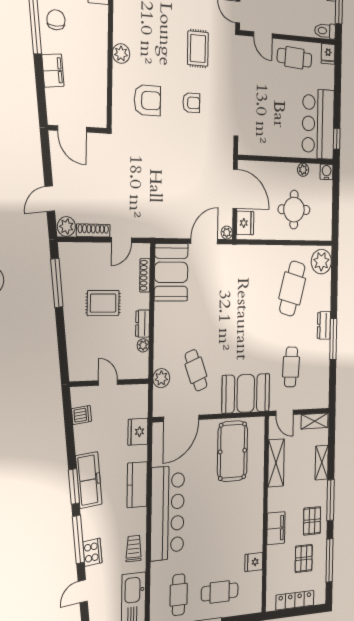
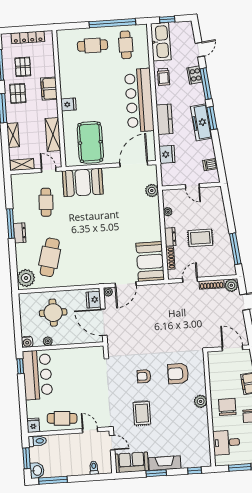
chair: (86, 39) -> (227, 407), added
dresser: (143, 324) -> (170, 237), moved
cafe table: (196, 370) -> (125, 197), removed
fridge: (254, 562) -> (68, 104), moved

